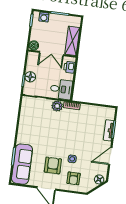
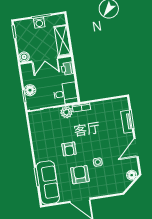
washing machine: (44, 17) -> (39, 23), moved
armchair: (74, 178) -> (69, 149), moved

